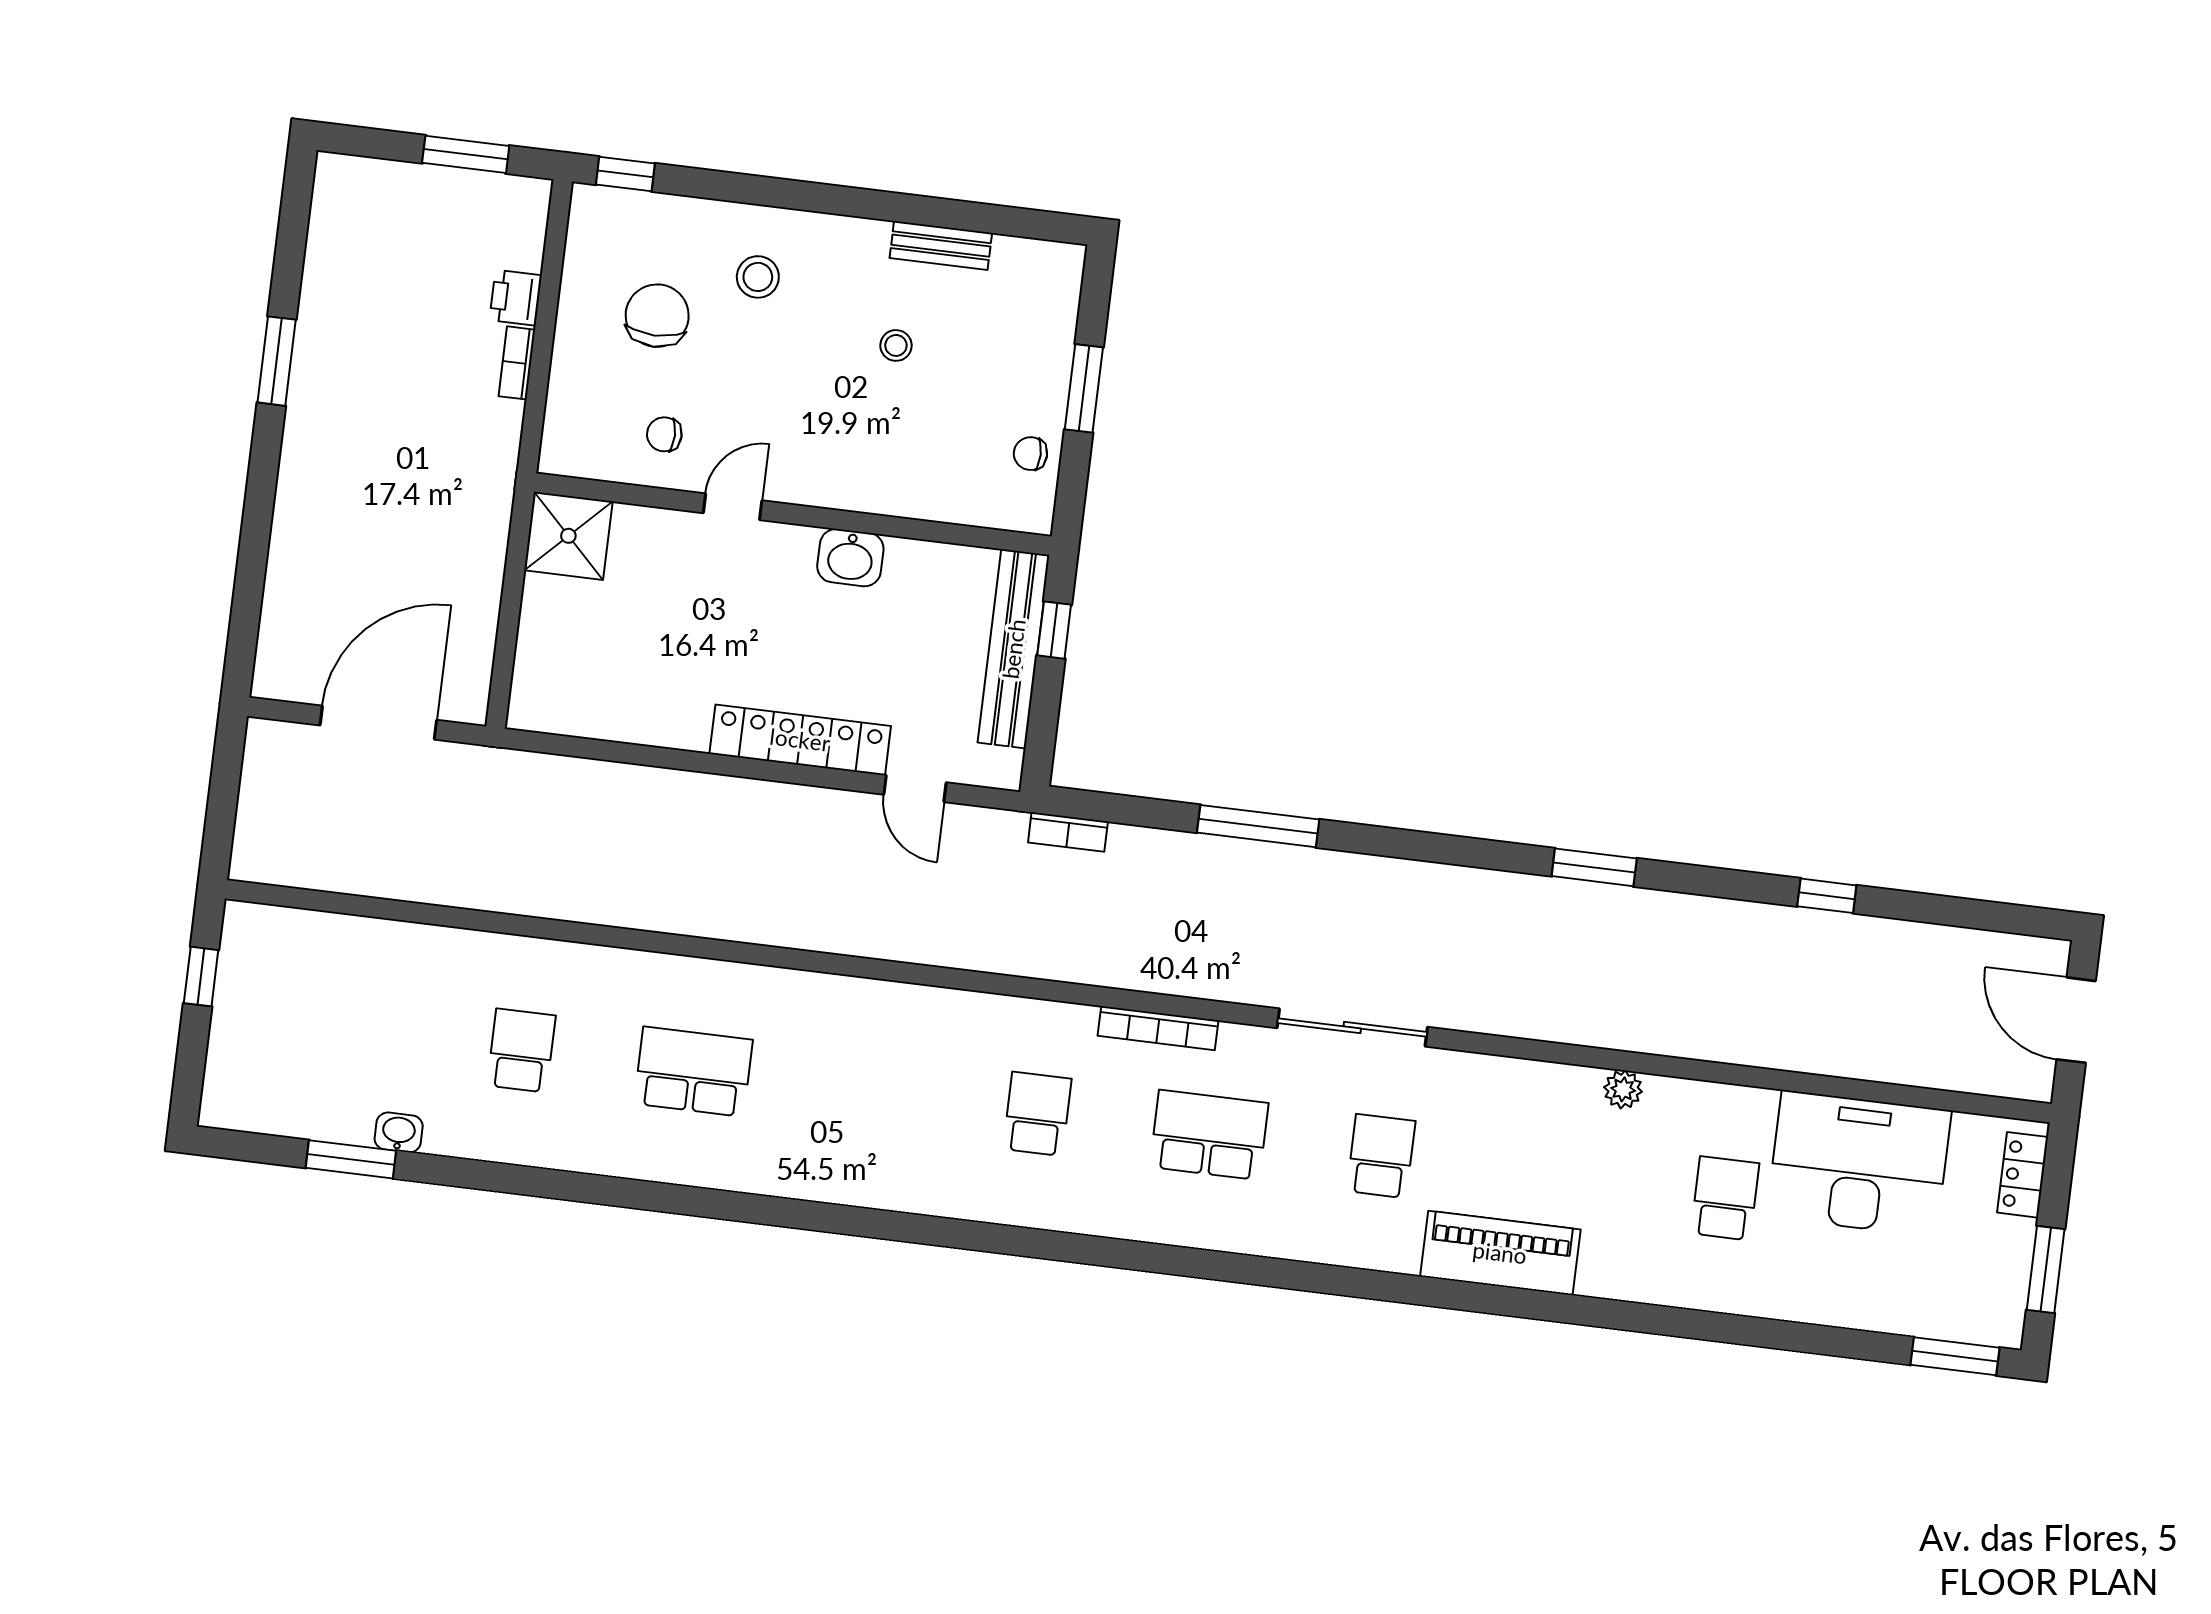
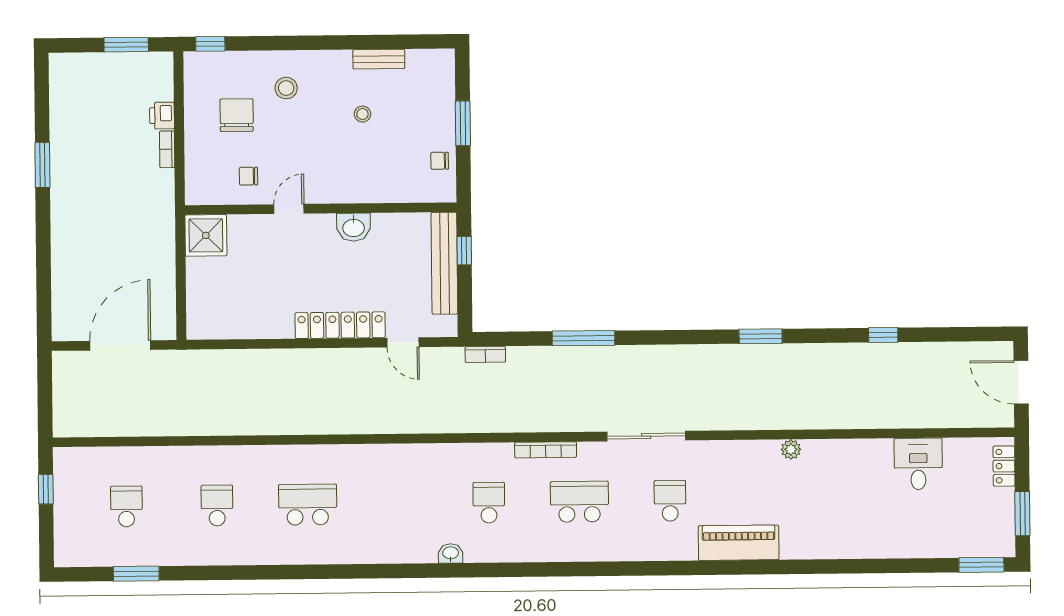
washbasin: (399, 1132) -> (451, 553), moved
desk: (1859, 1164) -> (918, 464), width x0.53, depth x0.77
school desk: (1725, 1198) -> (126, 506), moved

